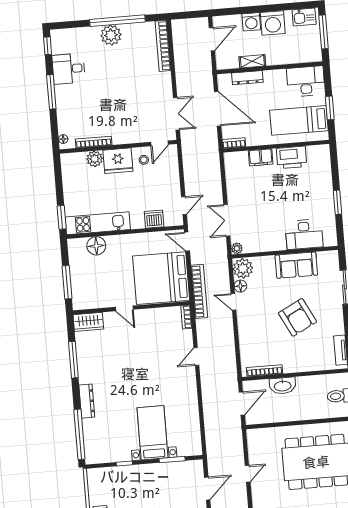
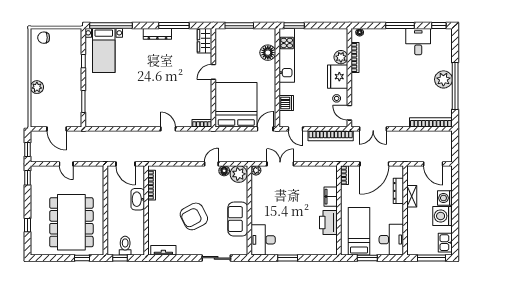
desk: (304, 234) -> (263, 240), moved
bookcase: (199, 291) -> (331, 136), moved
dresser: (87, 401) -> (157, 34), moved
bed with nightstands: (152, 433) -> (104, 51), moved, turned 90

